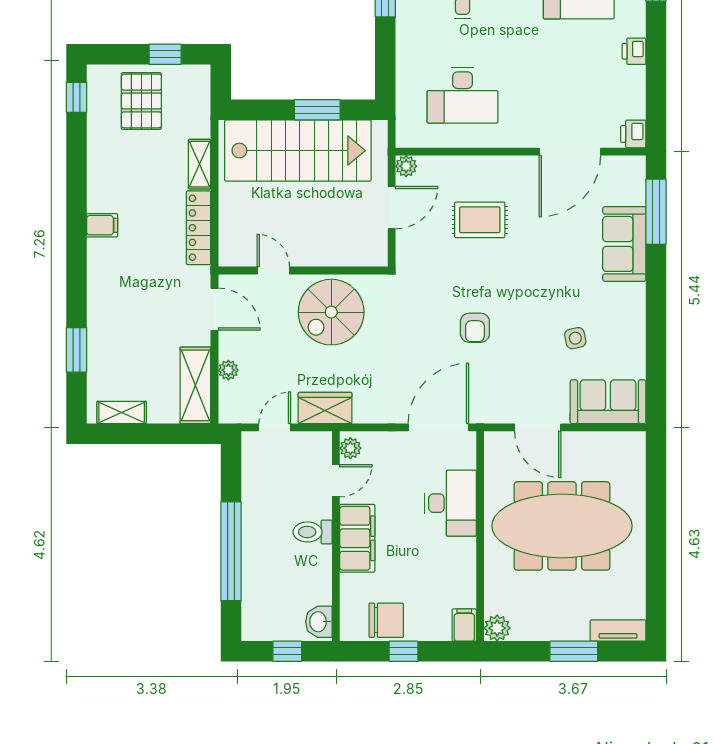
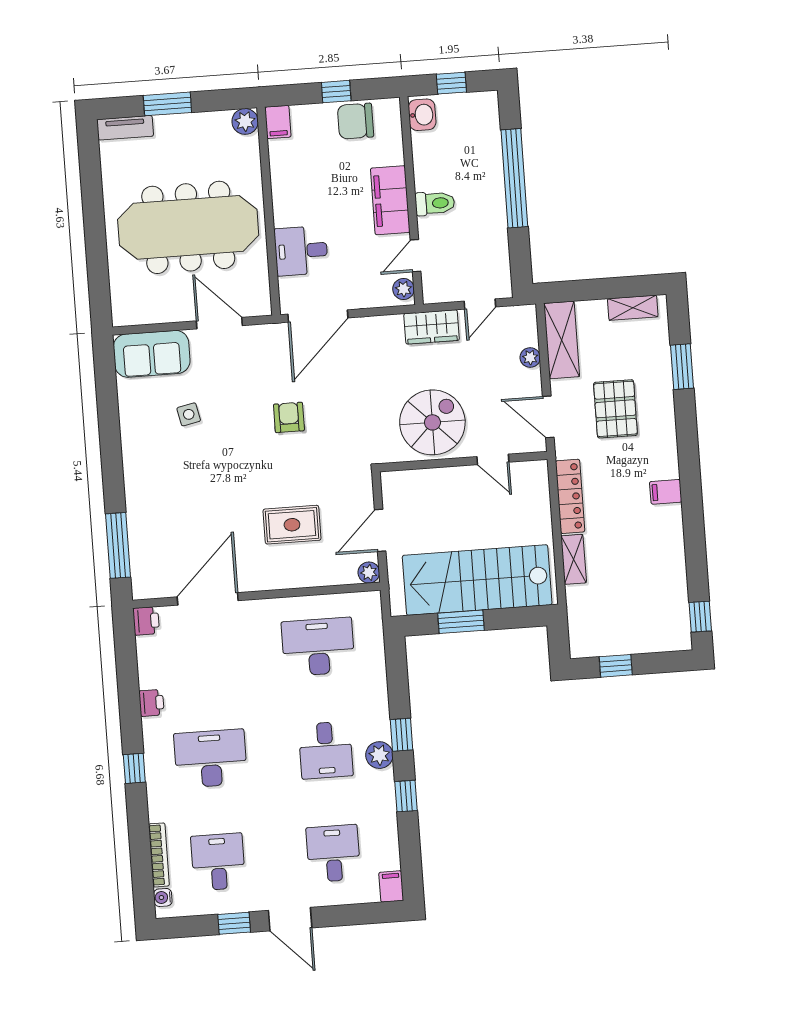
pallet: (141, 101) -> (615, 409), moved
sofa: (624, 244) -> (147, 511), removed
desk: (450, 503) -> (301, 251), width x0.73

